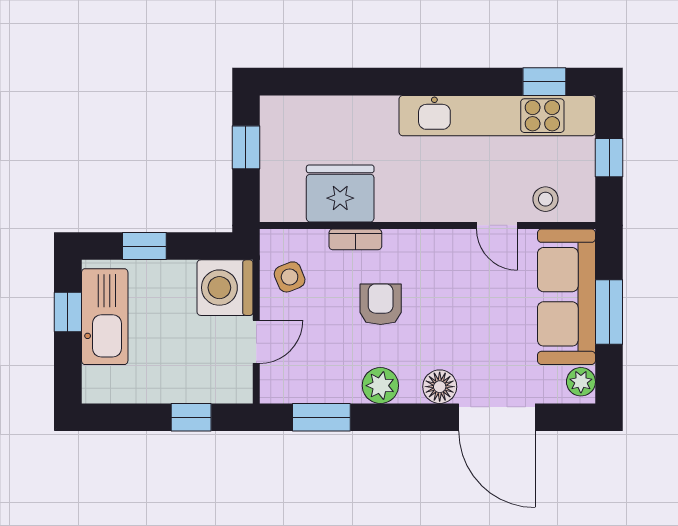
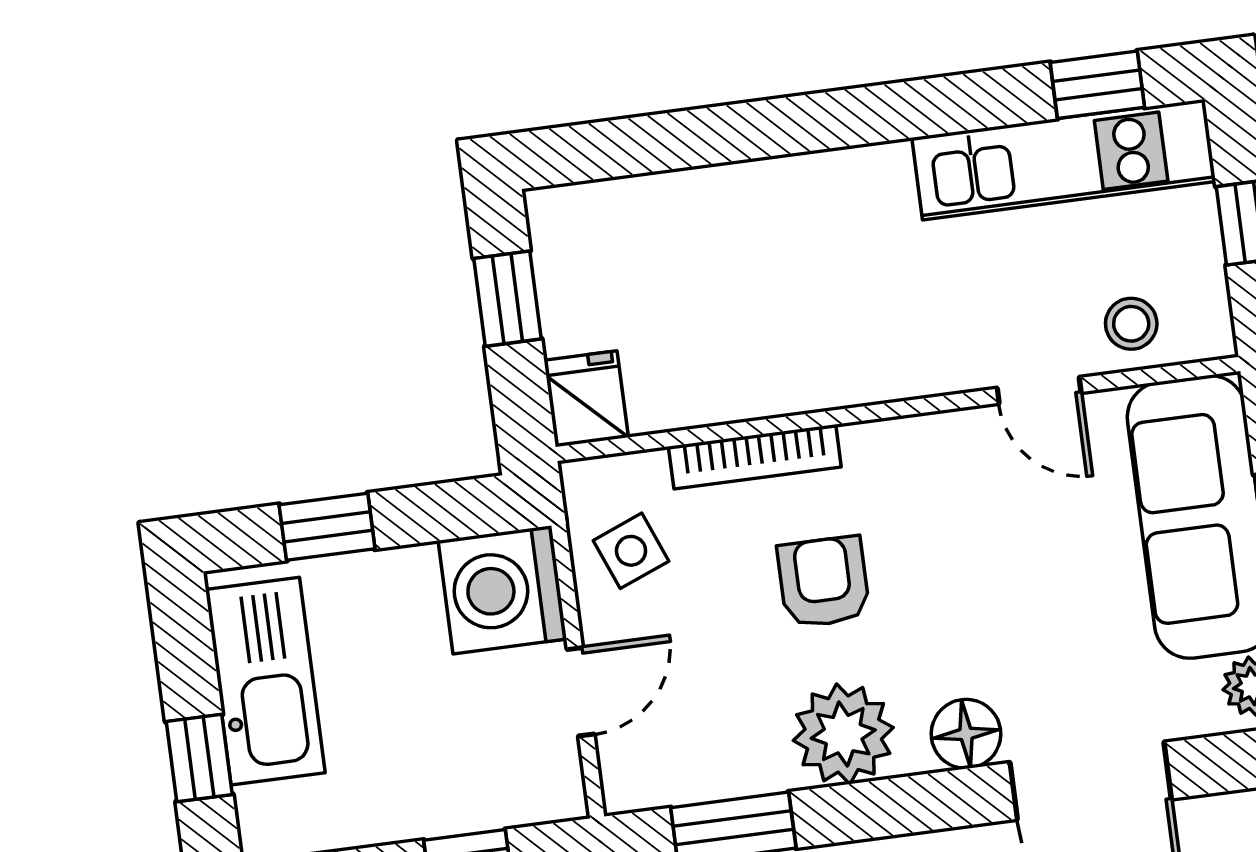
kitchen unit: (497, 116) -> (1064, 160), width x0.73
fridge: (340, 194) -> (586, 399), moved, width x0.53, depth x0.75
bookcase: (355, 239) -> (755, 457), width x1.56
window: (68, 312) -> (199, 758), moved
plant: (380, 386) -> (843, 734), width x1.36, depth x1.36

